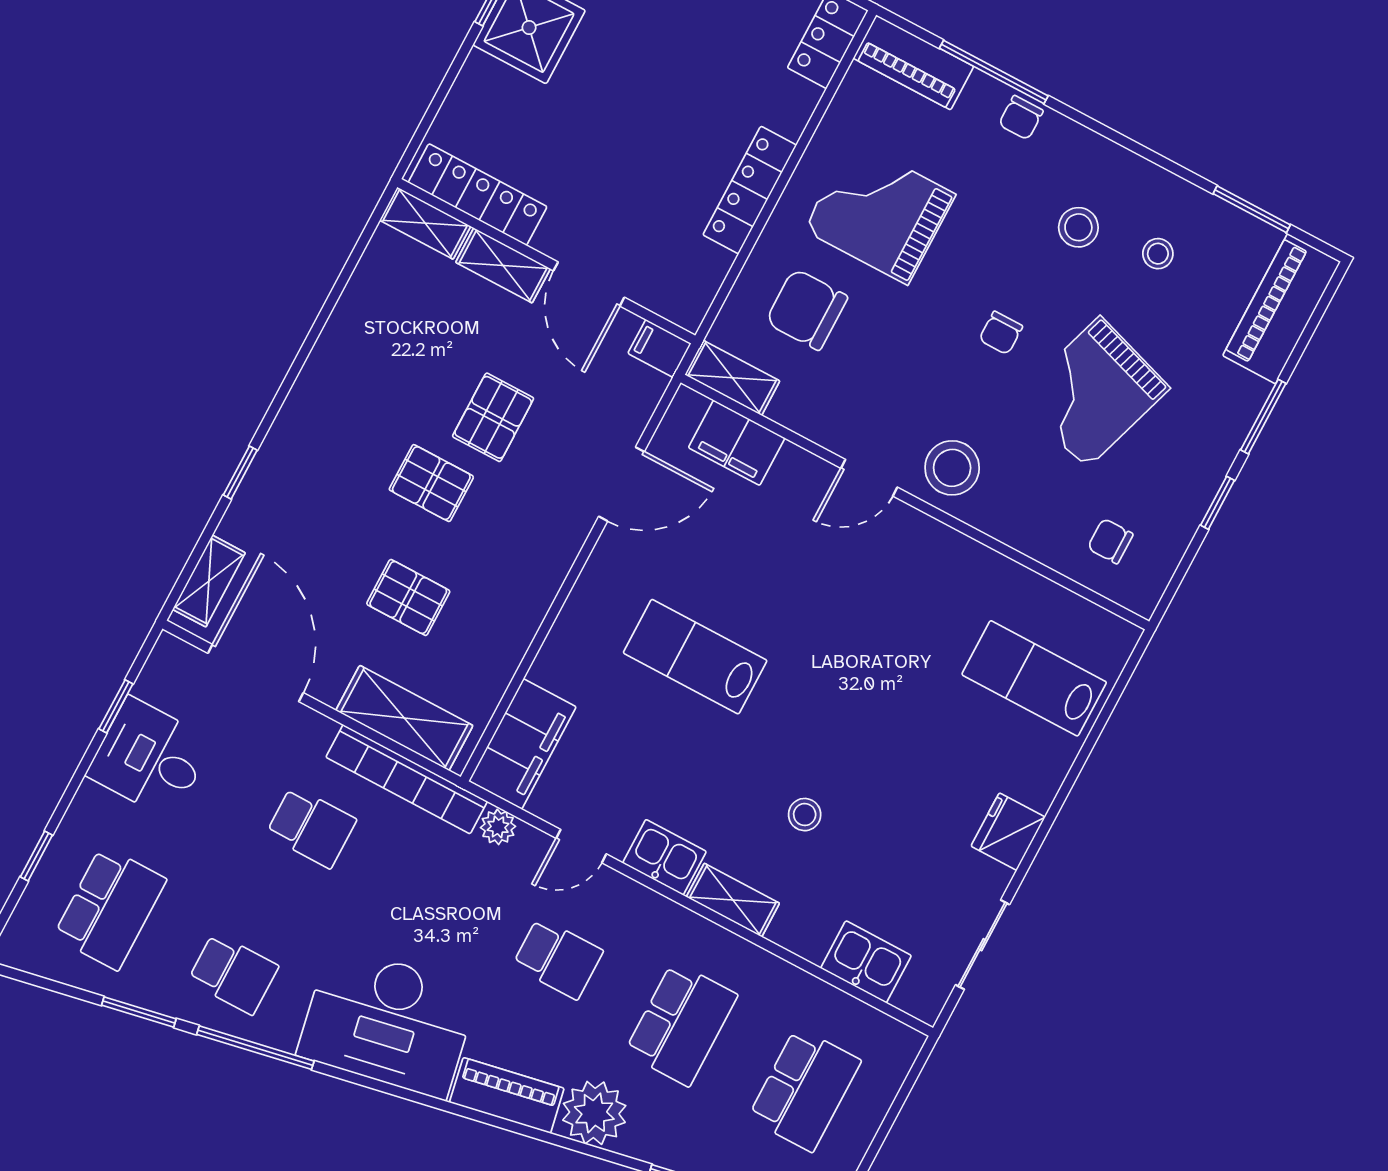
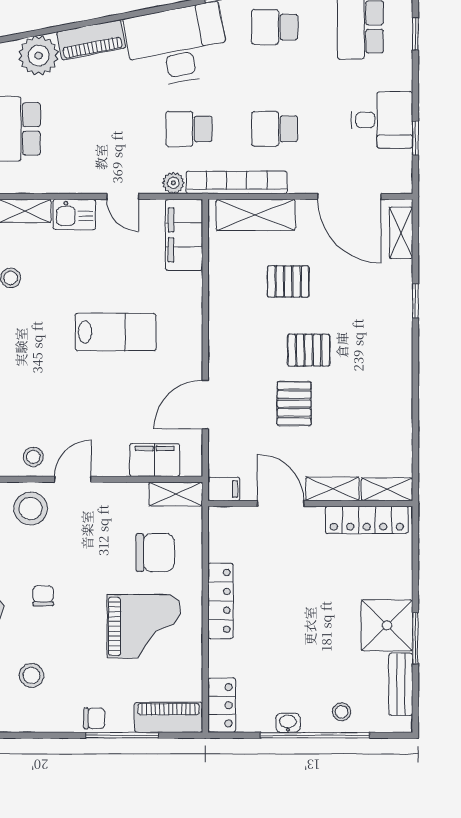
chair: (1021, 118) -> (94, 718), turned 90
stool: (909, 540) -> (33, 457), added
door: (581, 846) -> (123, 196), swing flipped
school desk: (558, 958) -> (189, 129), moved

